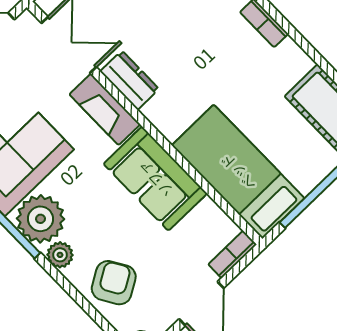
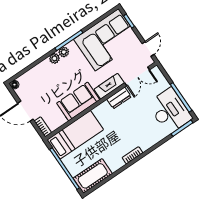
plant: (41, 219) -> (64, 52), width x0.53, depth x0.53
armchair: (114, 283) -> (40, 78), removed

